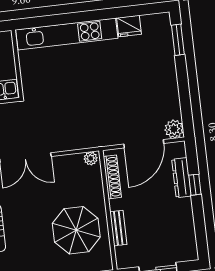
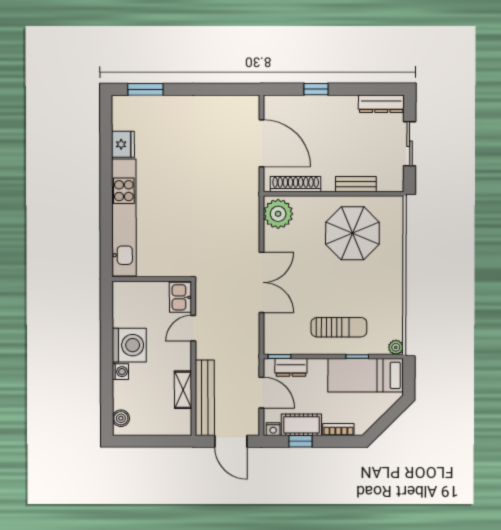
plant: (174, 129) -> (249, 106), removed
plant: (91, 158) -> (278, 214), width x1.88, depth x1.88
dresser: (182, 178) -> (381, 104), moved

